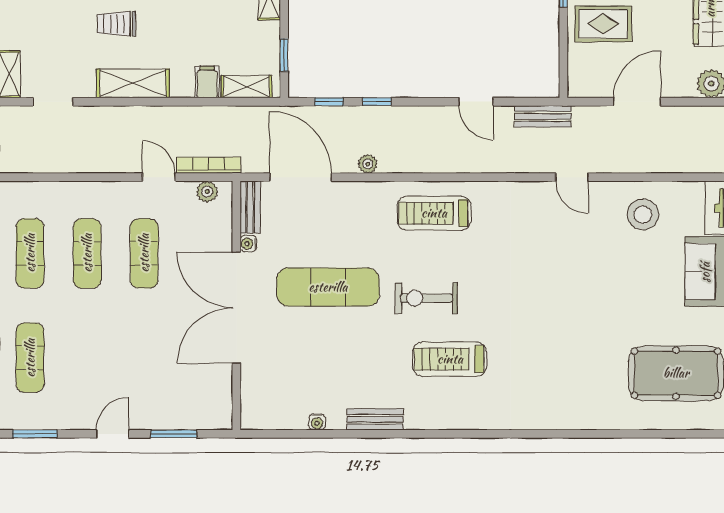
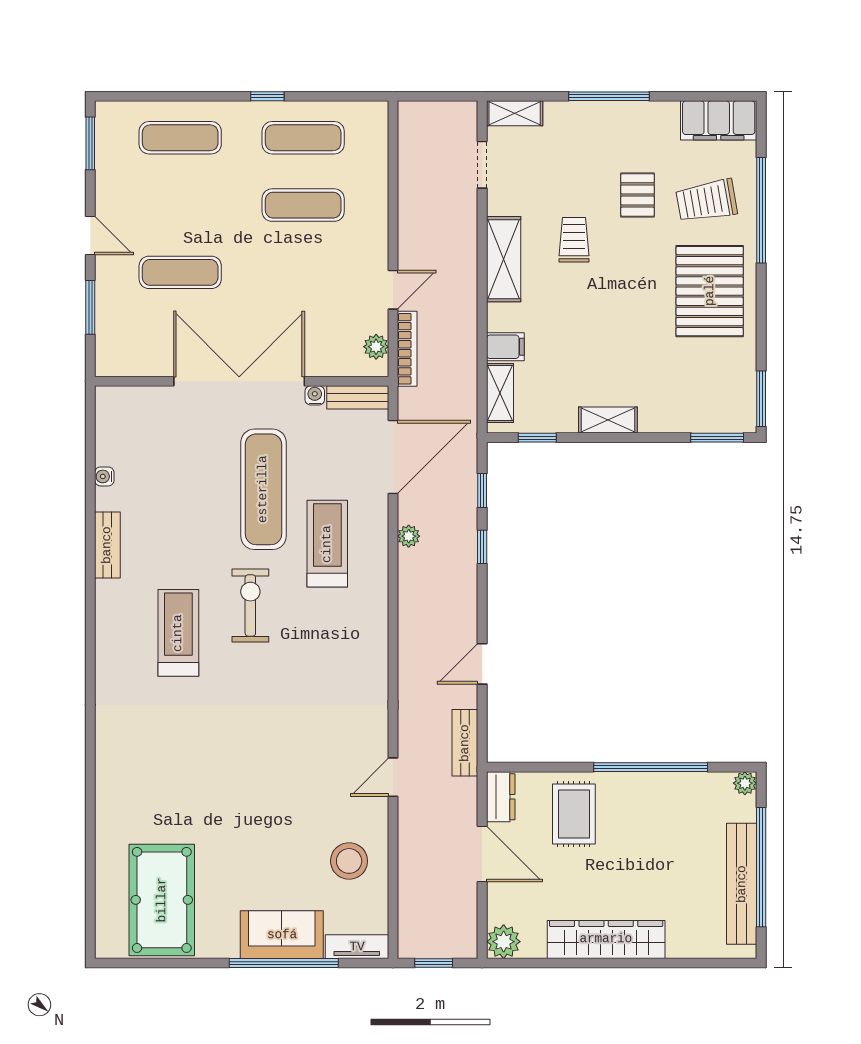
dresser: (589, 86) -> (501, 797), added
treadmill: (434, 213) -> (327, 544), moved
exercise mat: (144, 253) -> (180, 272), moved

